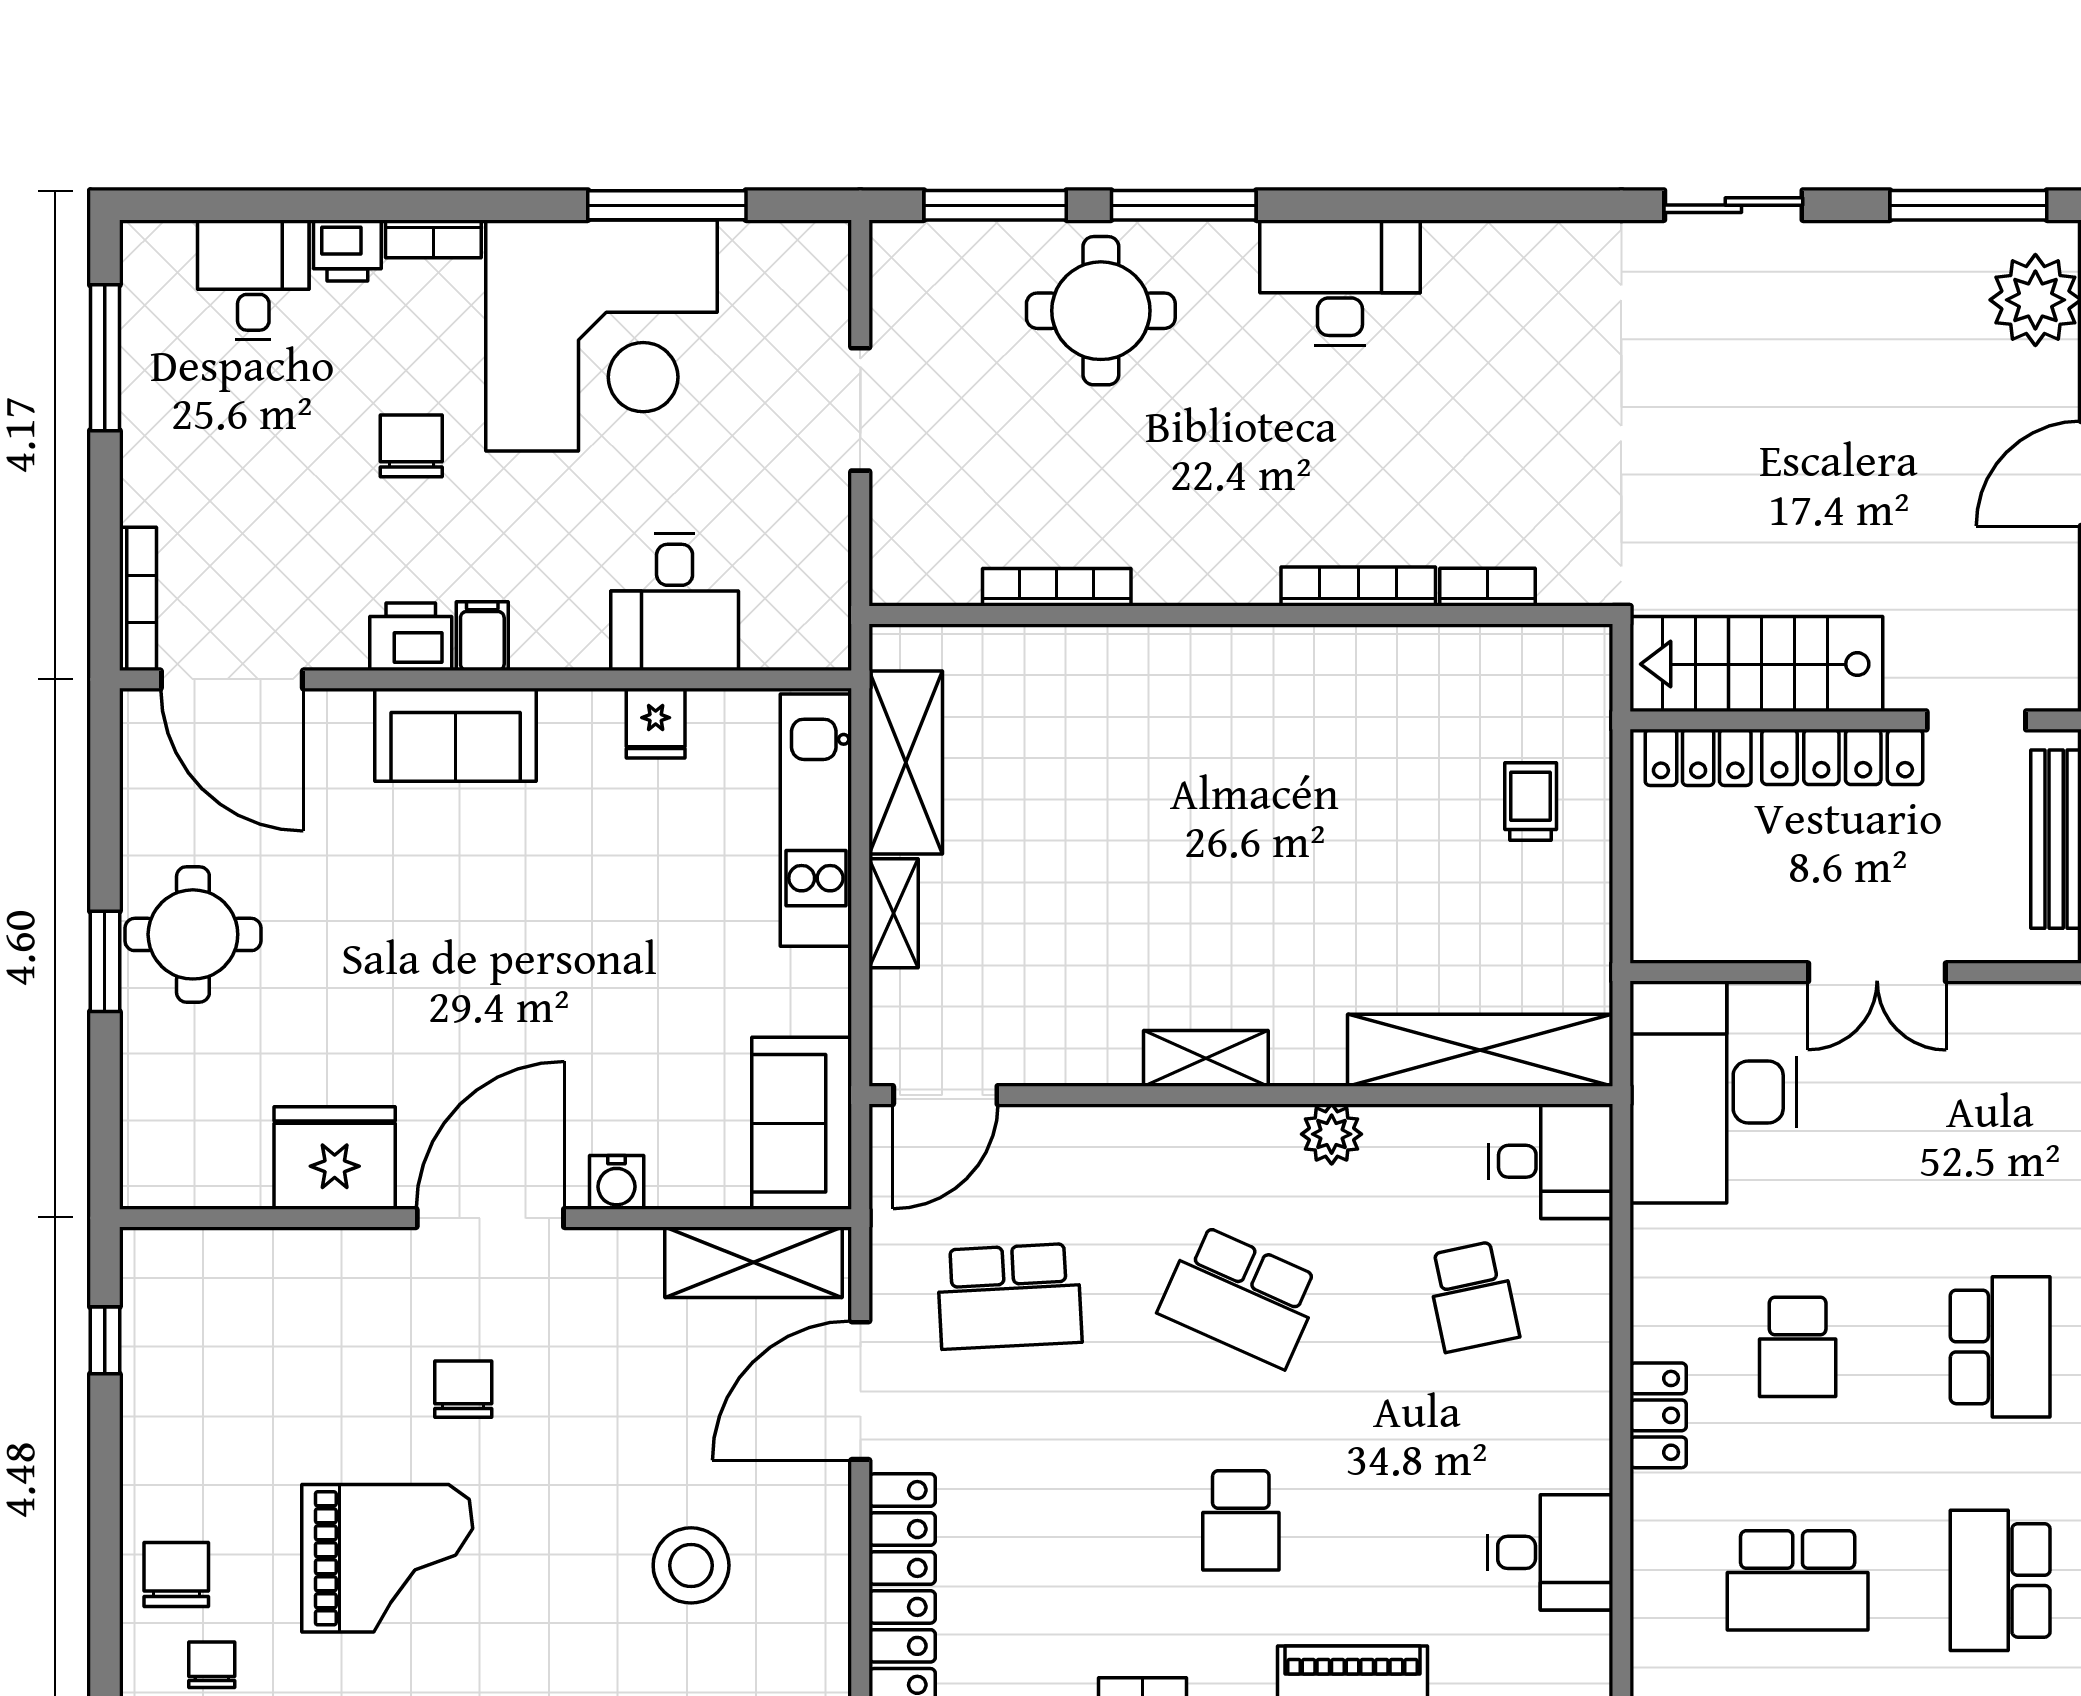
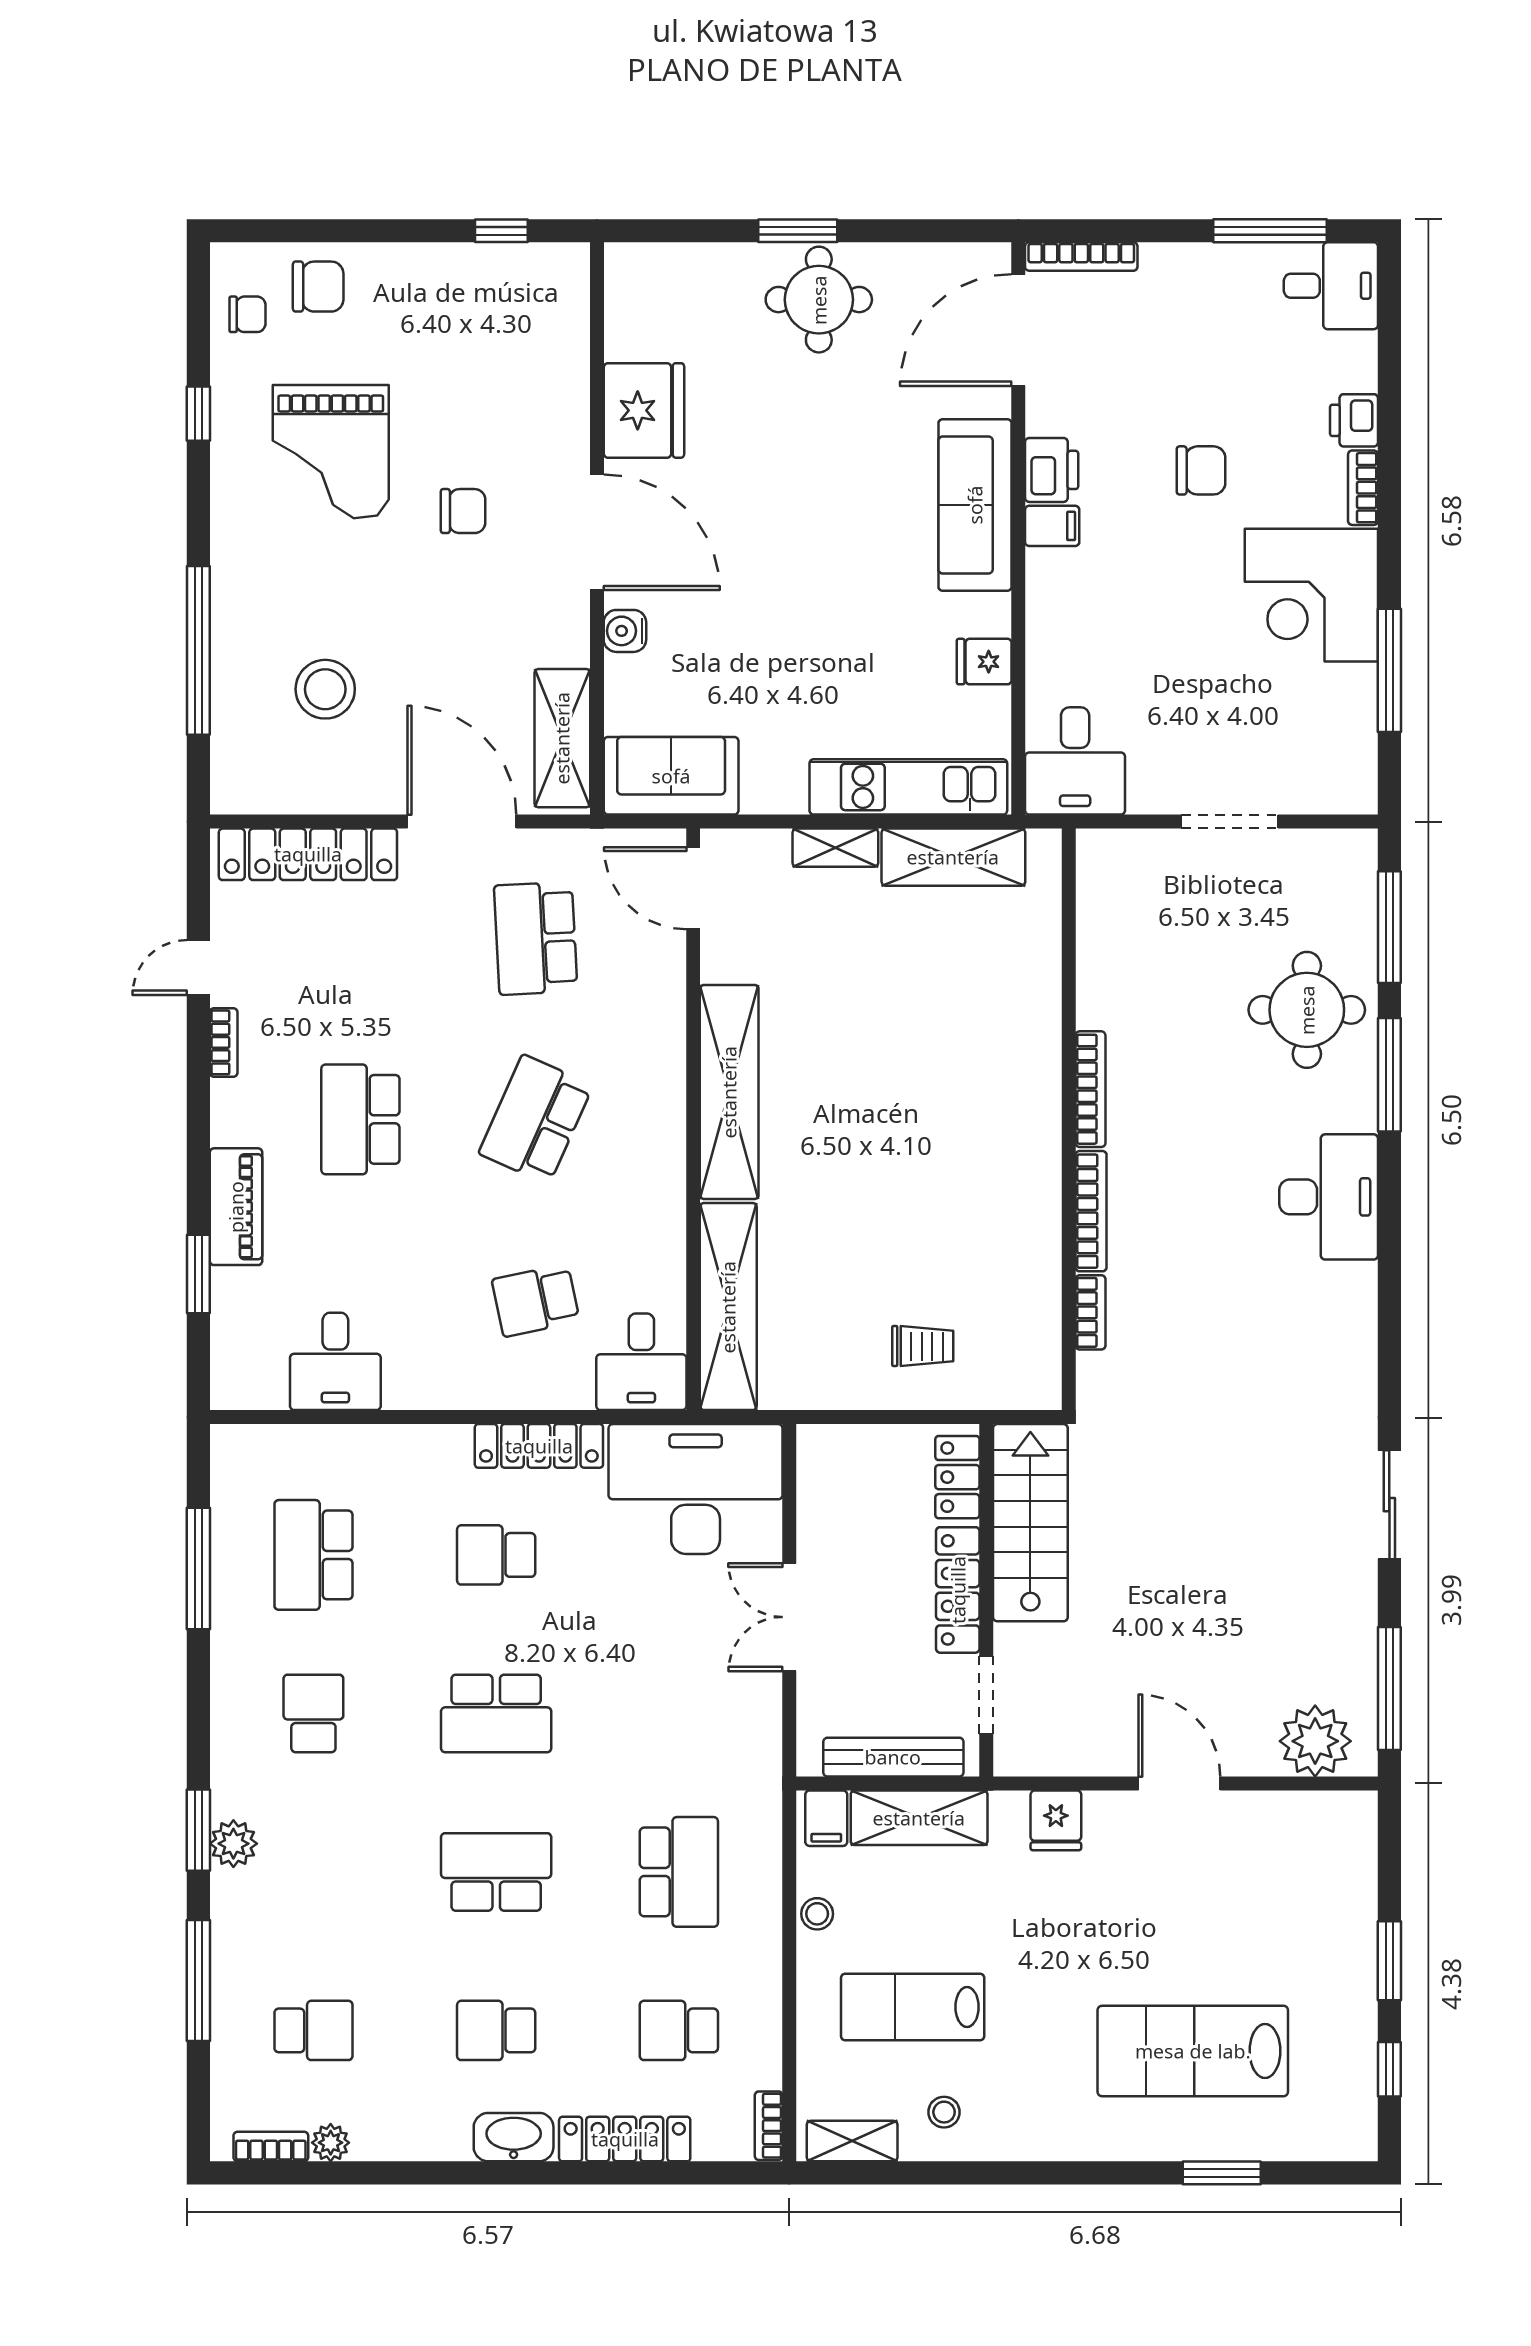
desk: (253, 280) -> (1331, 286), moved
corner desk: (601, 335) -> (1311, 595), width x0.74, depth x0.74
bookcase: (1057, 587) -> (1090, 1089), moved
desk: (675, 602) -> (1075, 761), moved, turned -90
sofa: (456, 735) -> (975, 505), width x1.36
shelving: (1206, 1058) -> (729, 1092), width x2.20, depth x1.33
plant: (1332, 1134) -> (663, 1190), removed
locker: (1658, 1415) -> (539, 1446), moved, width x1.53
school desk: (1241, 1520) -> (360, 1119), width x1.85
school desk: (2000, 1580) -> (313, 1713), width x0.54

